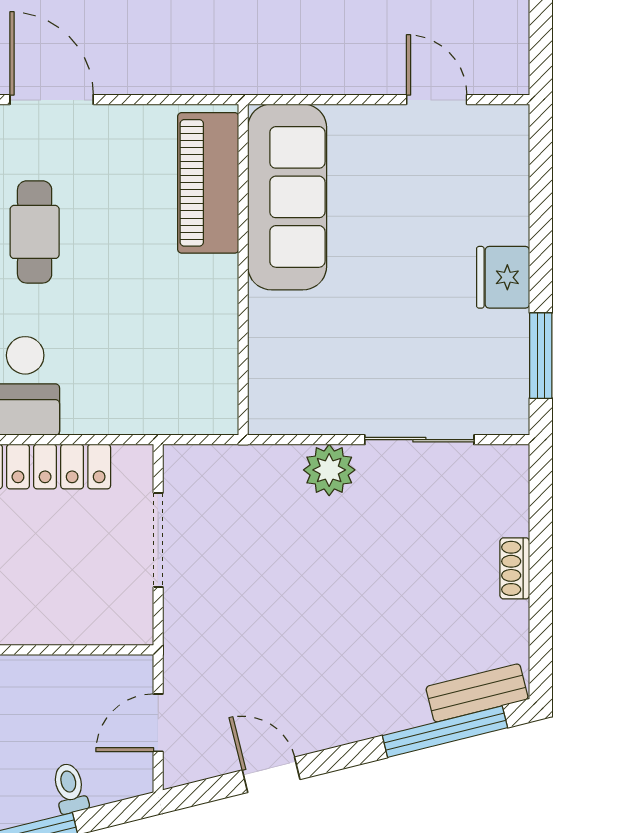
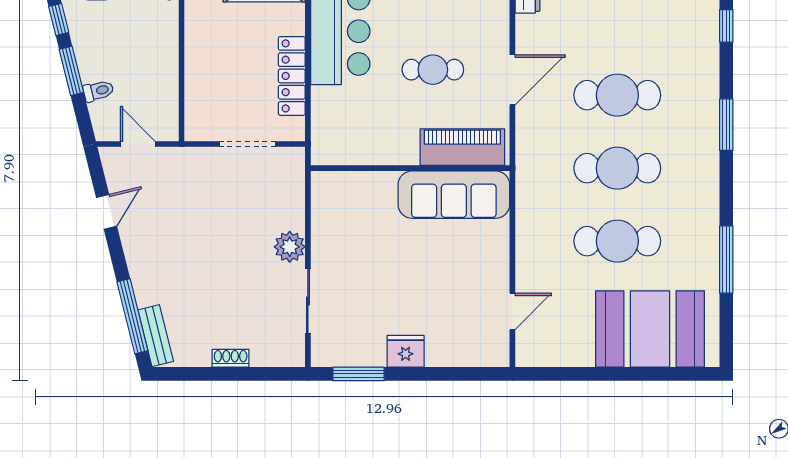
piano: (208, 183) -> (462, 147), moved
sofa: (287, 197) -> (454, 195), moved
wall: (243, 270) -> (410, 168), moved

